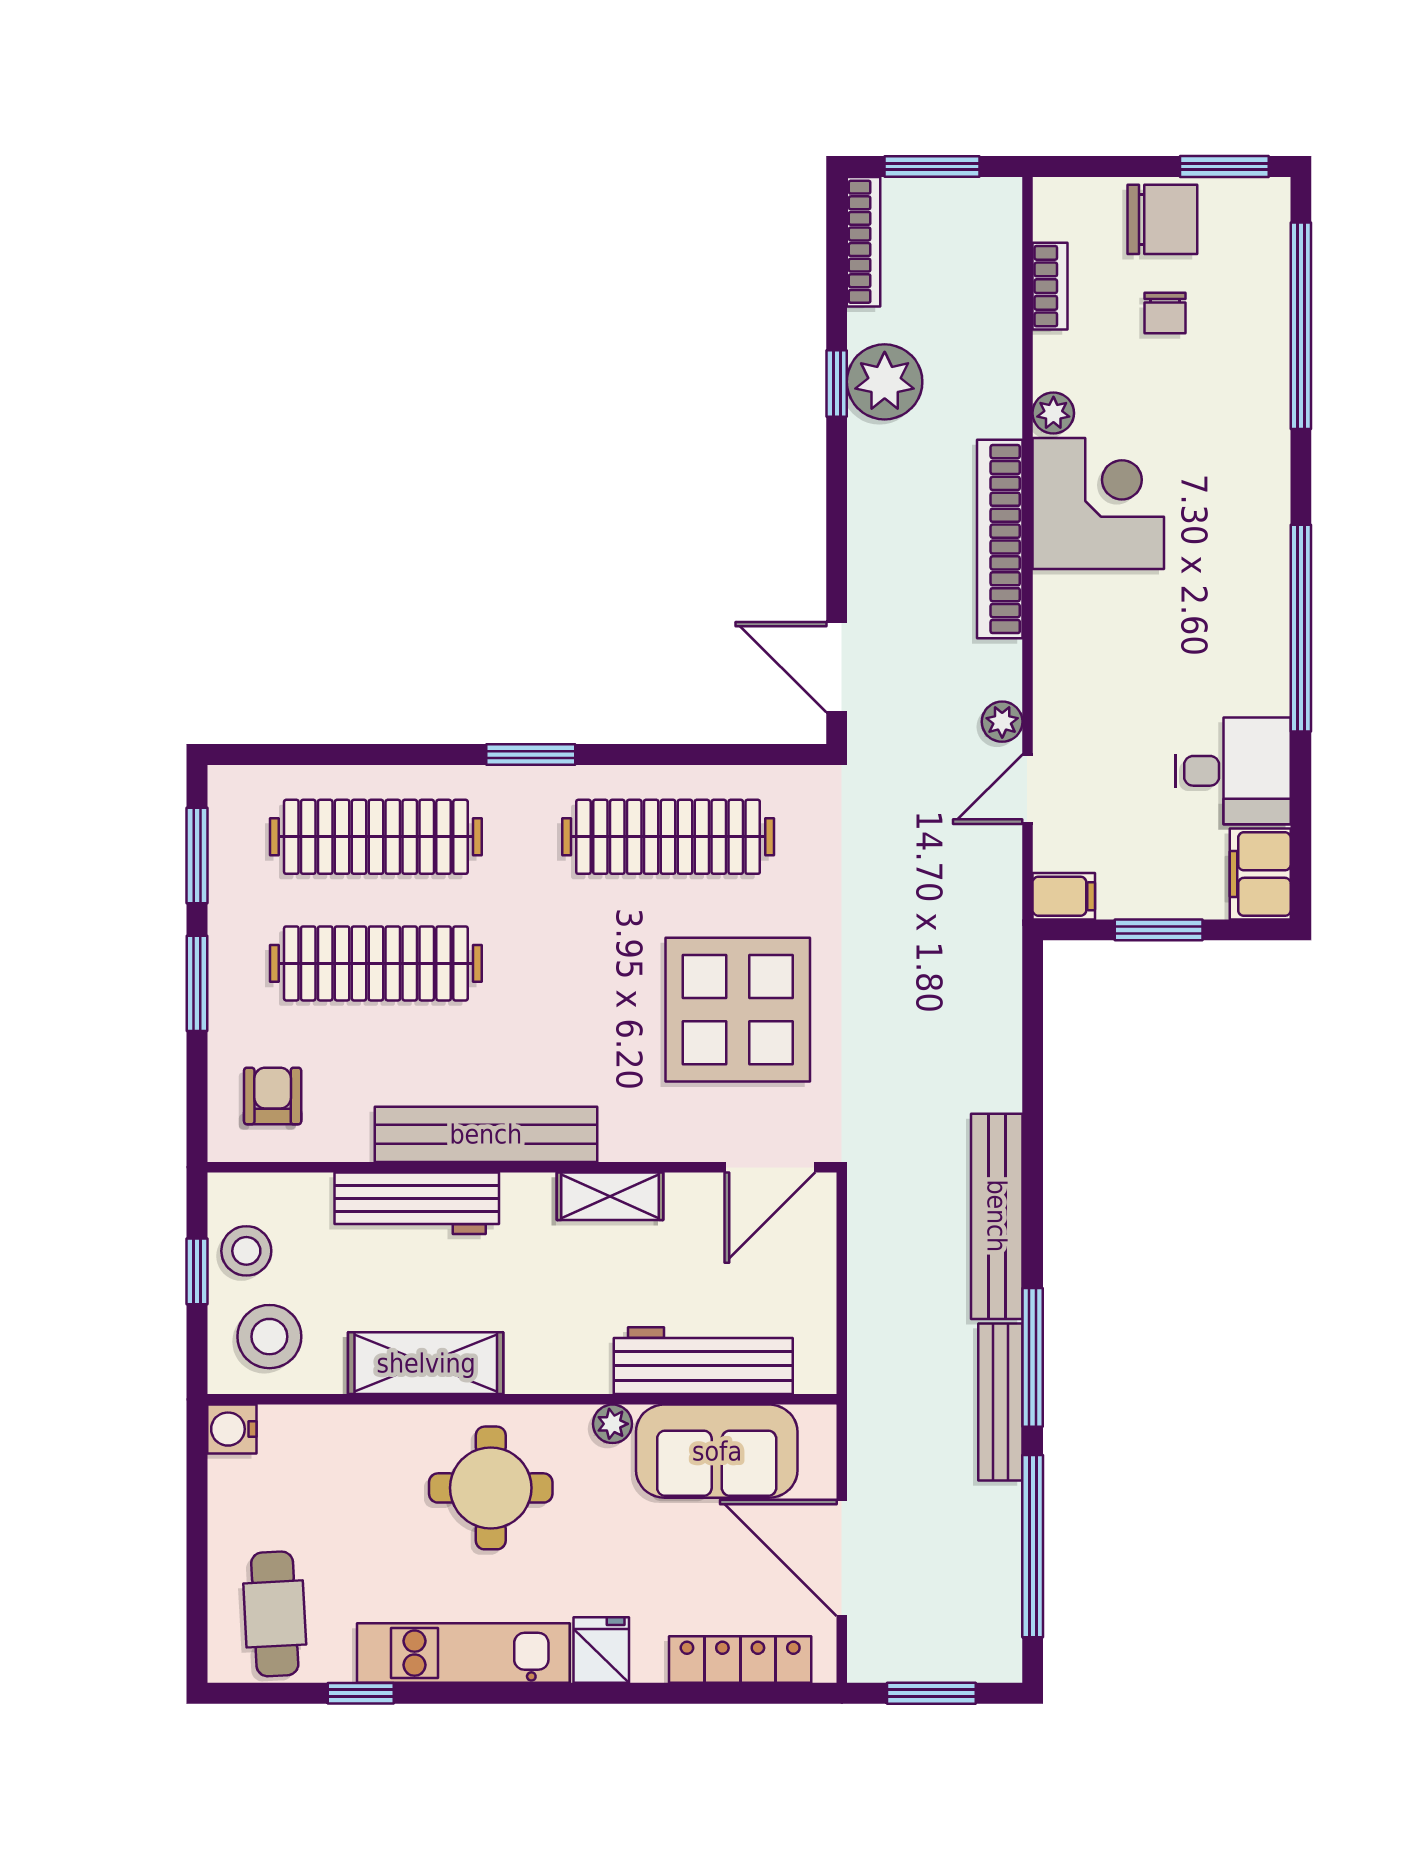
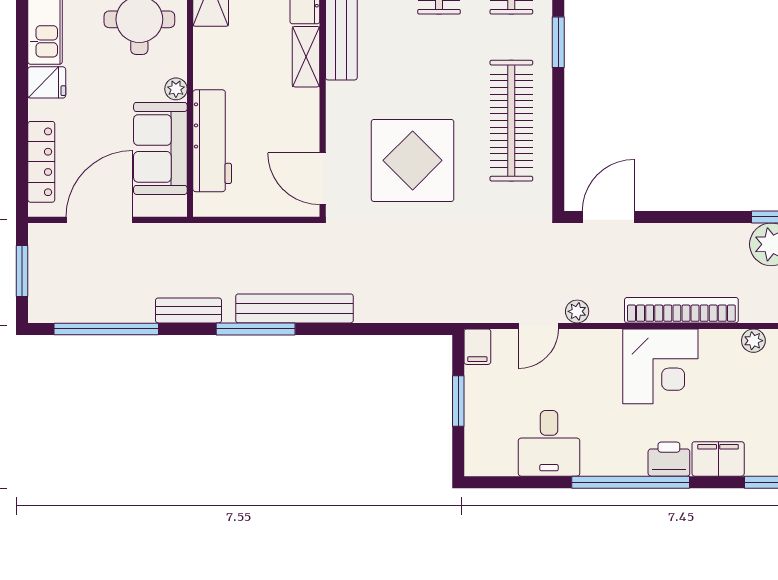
corner desk: (1098, 503) -> (660, 366), moved
printer: (1261, 561) -> (669, 459), added
door: (1027, 789) -> (538, 326), swing flipped
filing cabinet: (1260, 874) -> (718, 459), moved
shelving: (610, 1196) -> (306, 57), moved
window: (1033, 1357) -> (256, 329), moved
bench: (1000, 1402) -> (188, 310), width x0.73

